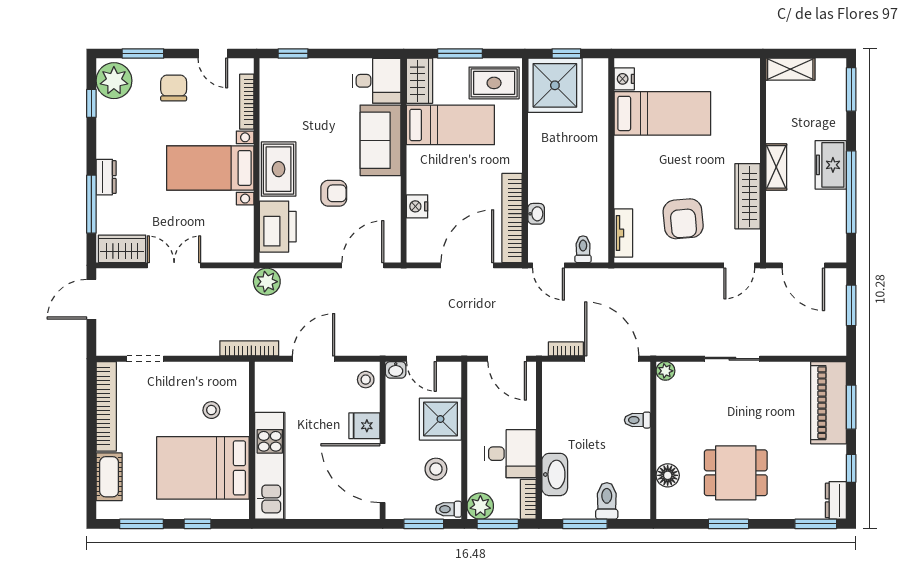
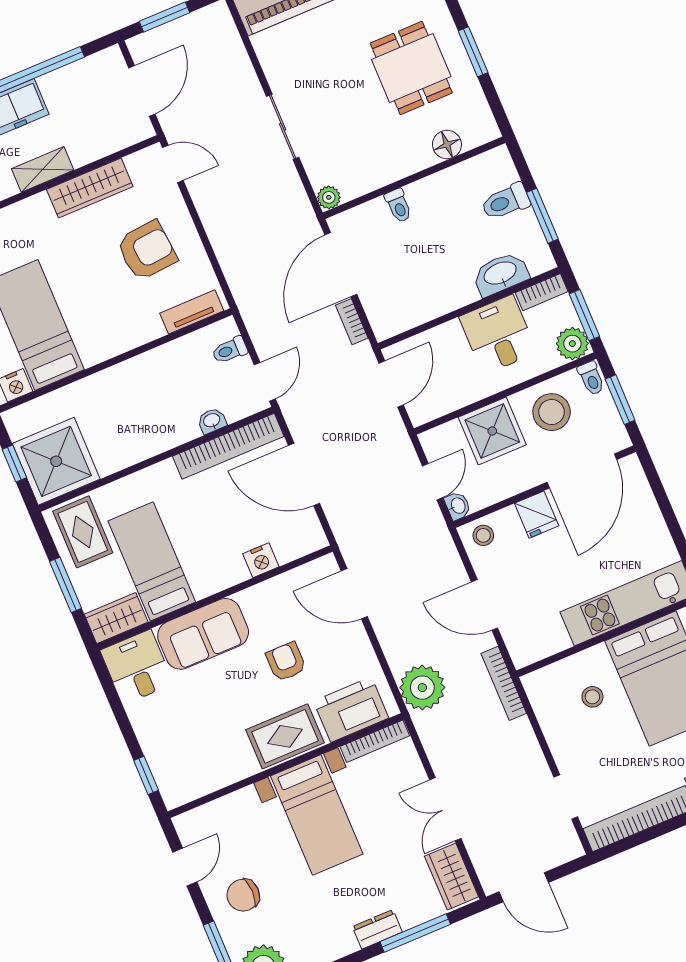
bookcase: (247, 102) -> (375, 741), moved
plant: (267, 282) -> (422, 688), width x1.36, depth x1.36
stool: (436, 469) -> (552, 412), width x1.38, depth x1.38

